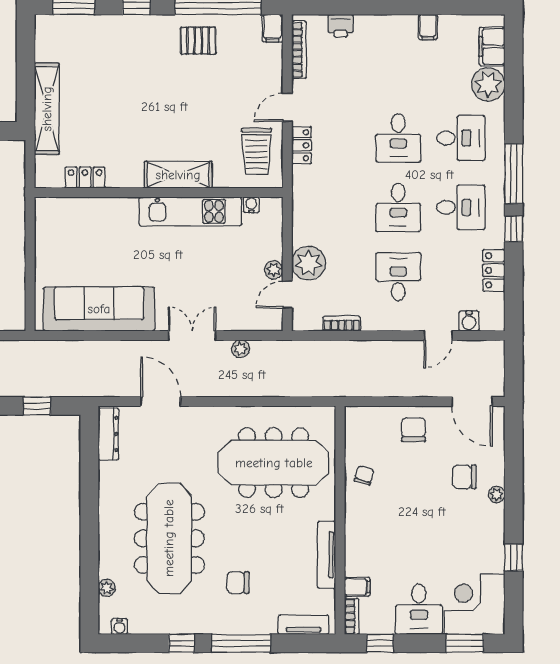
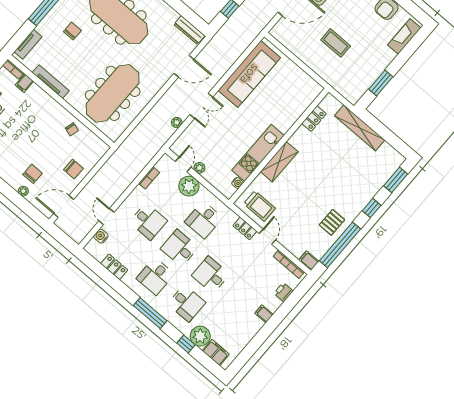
filing cabinet: (428, 27) -> (264, 314), moved
desk: (461, 138) -> (187, 303), turned -90
trolley: (256, 151) -> (260, 206), turned 180
desk: (336, 207) -> (204, 220), added
window: (514, 229) -> (186, 344), moved
plant: (497, 495) -> (23, 191), moved

